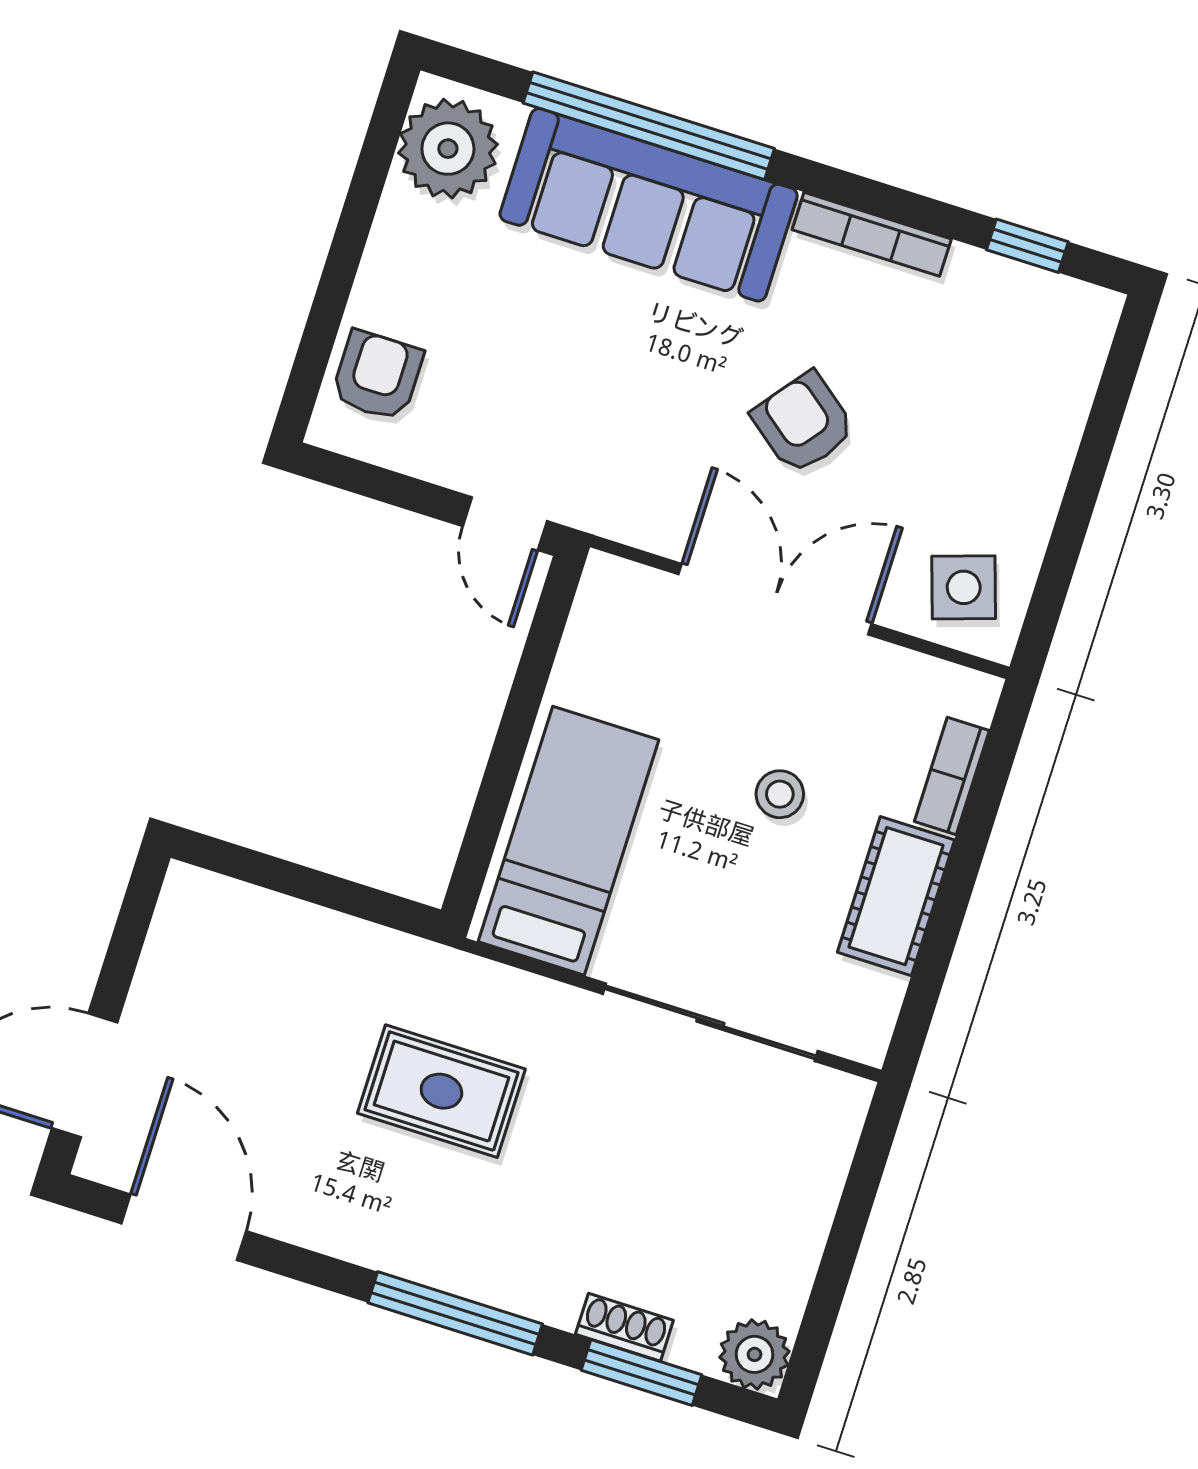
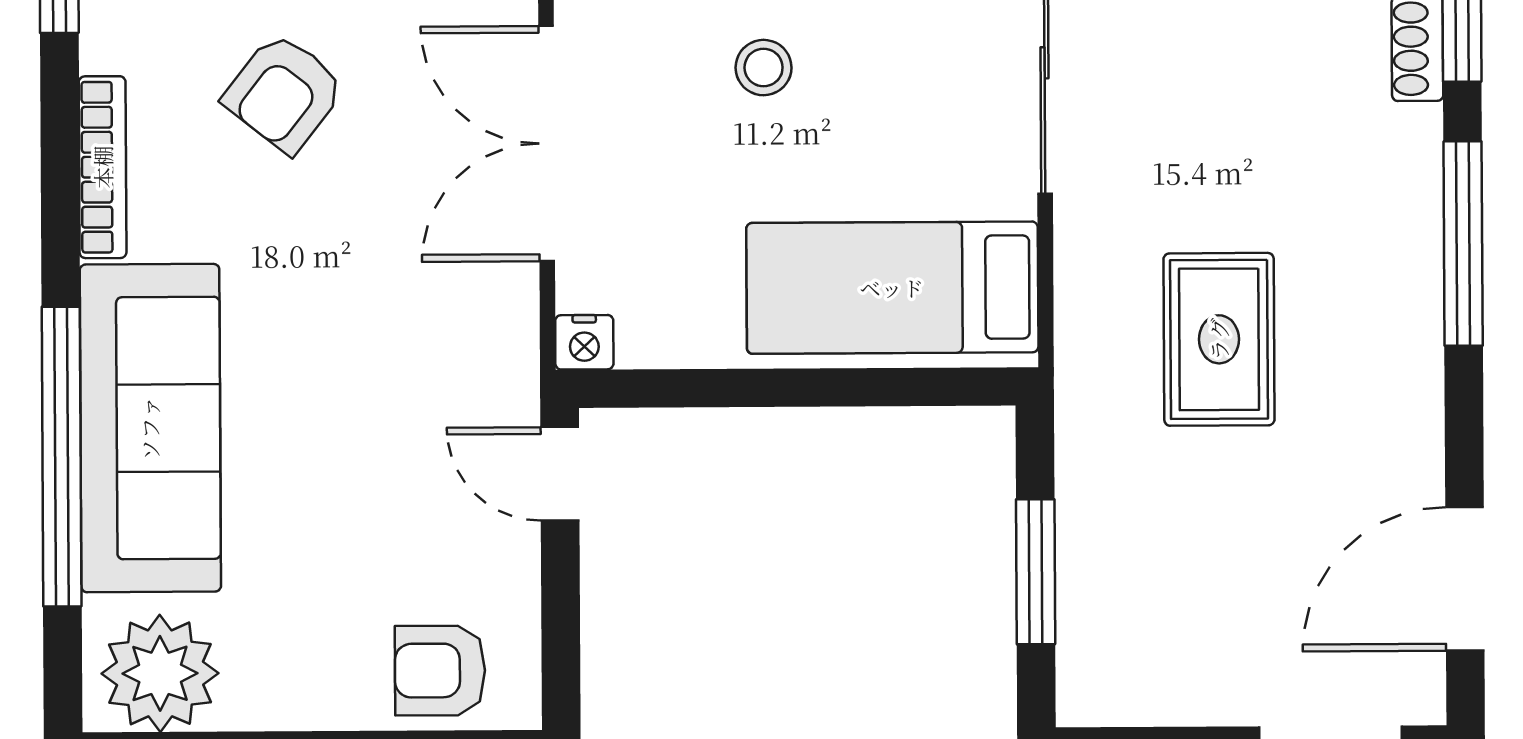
armchair: (803, 423) -> (284, 93), moved
door: (505, 524) -> (560, 474), swing flipped
nightstand: (605, 578) -> (584, 342), added
window: (302, 882) -> (1036, 572), added

